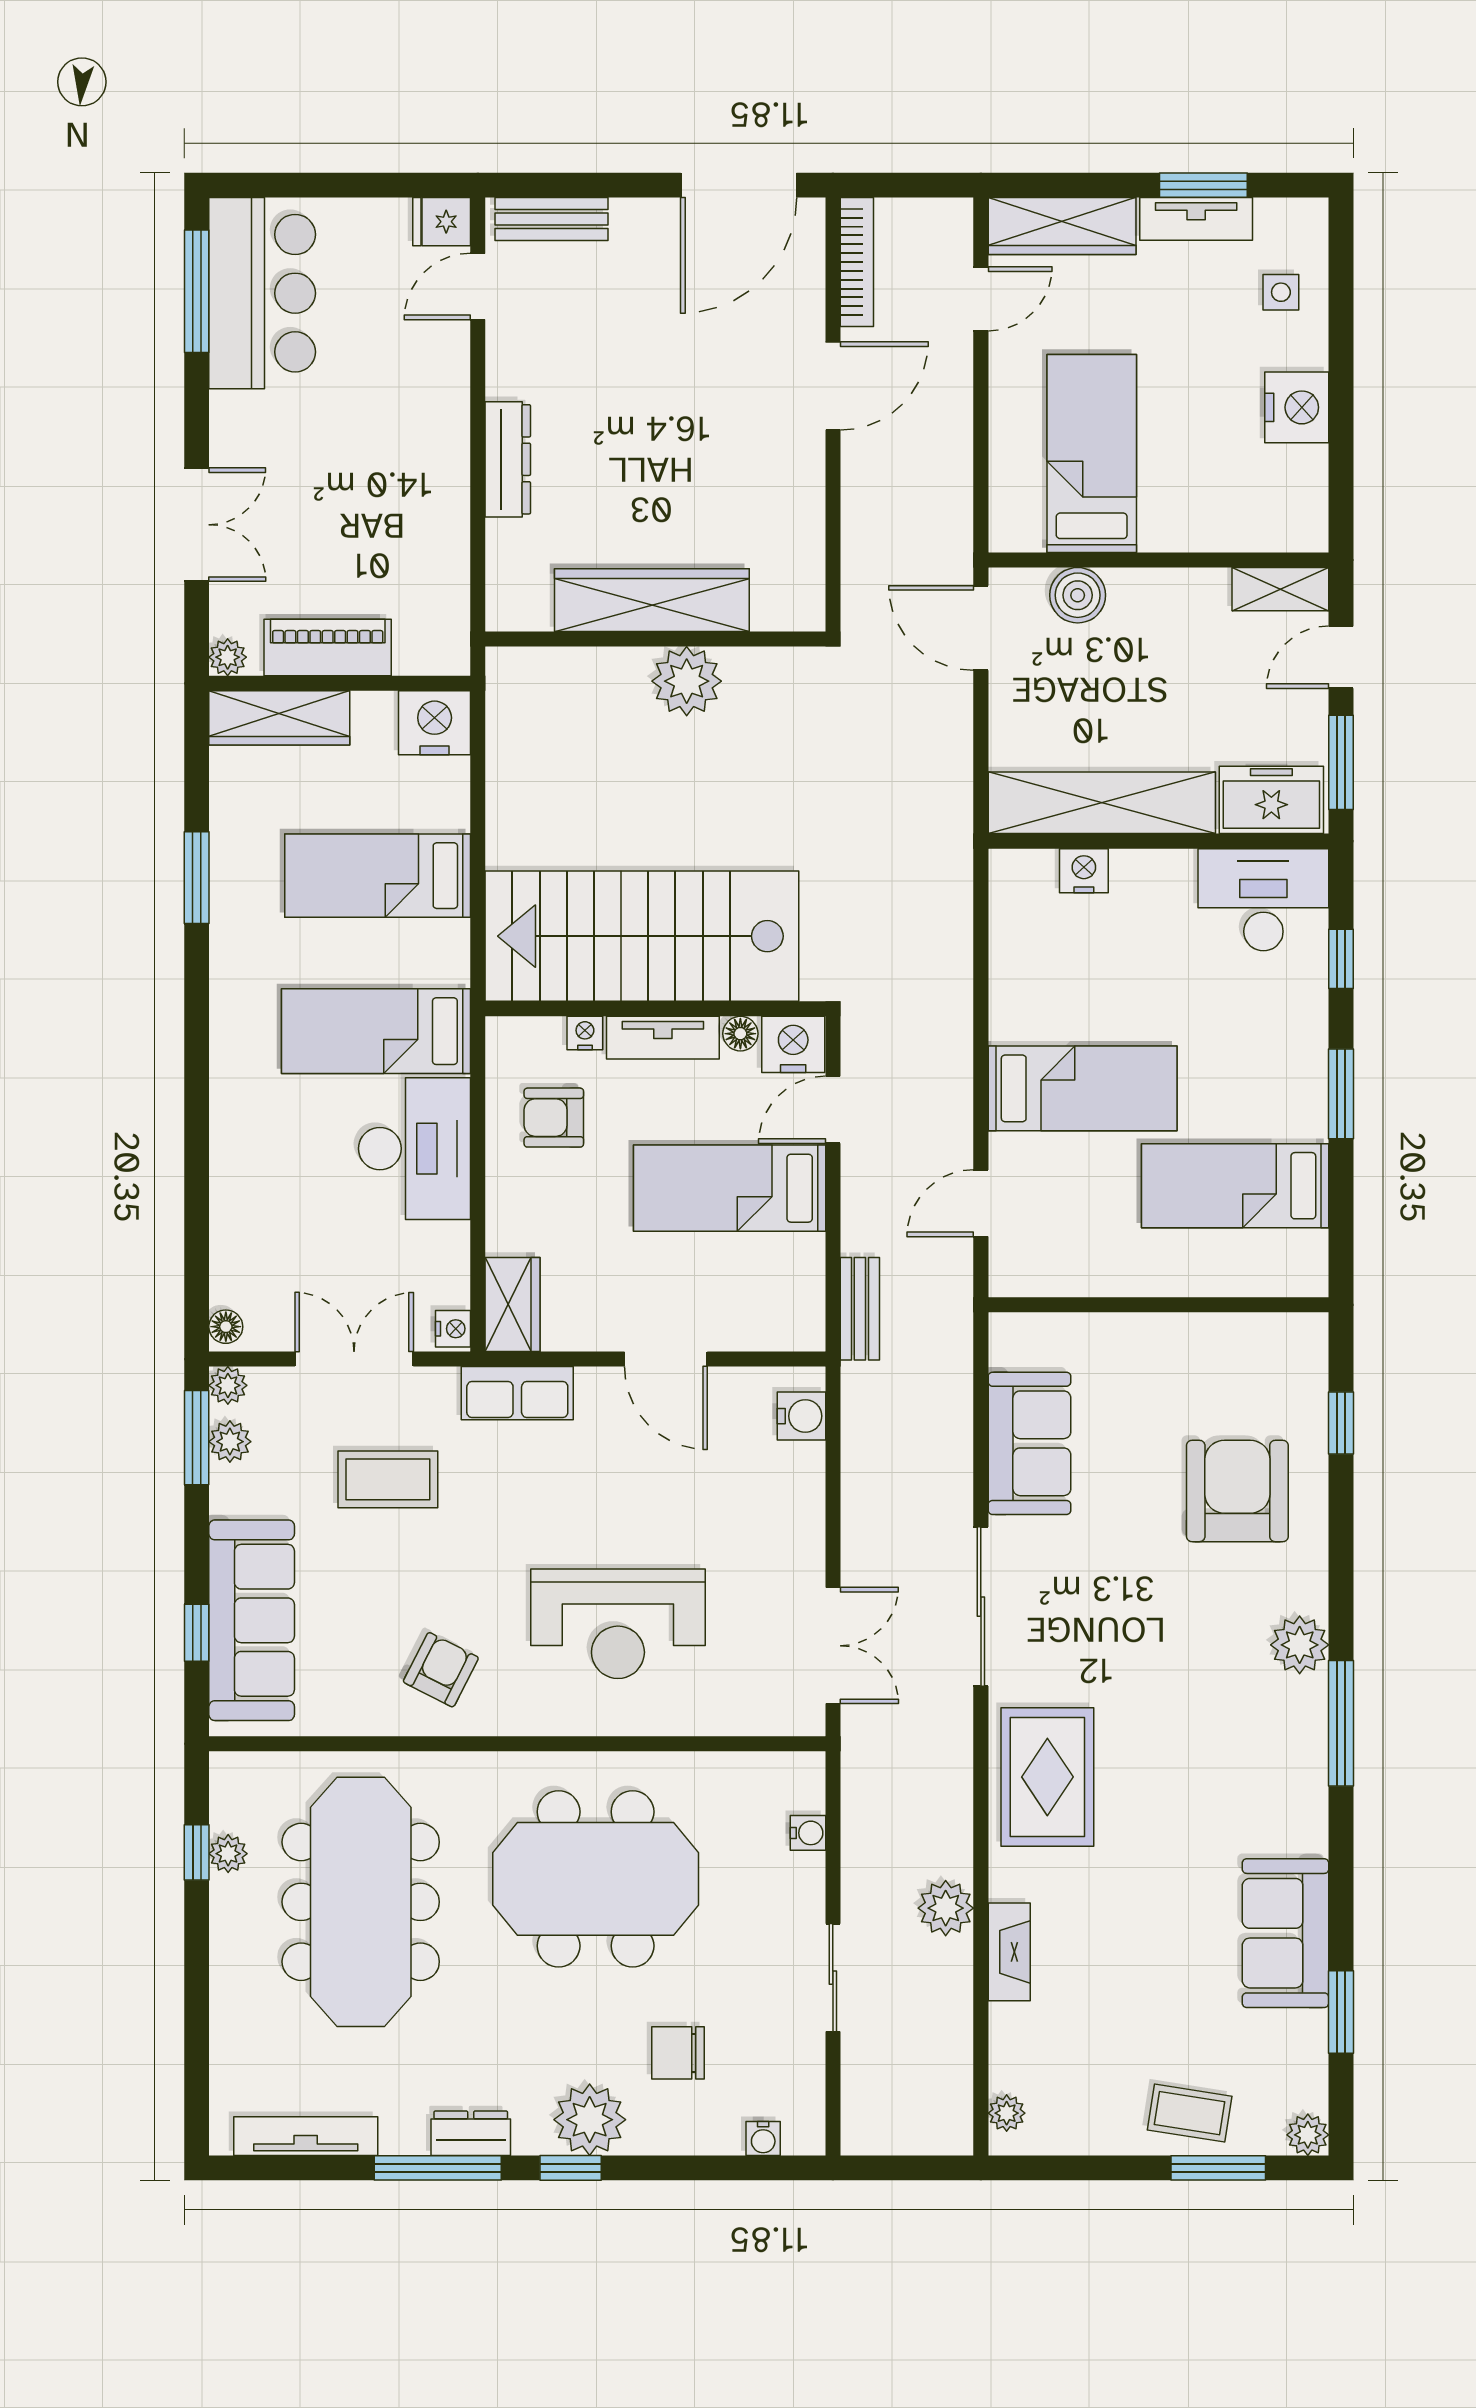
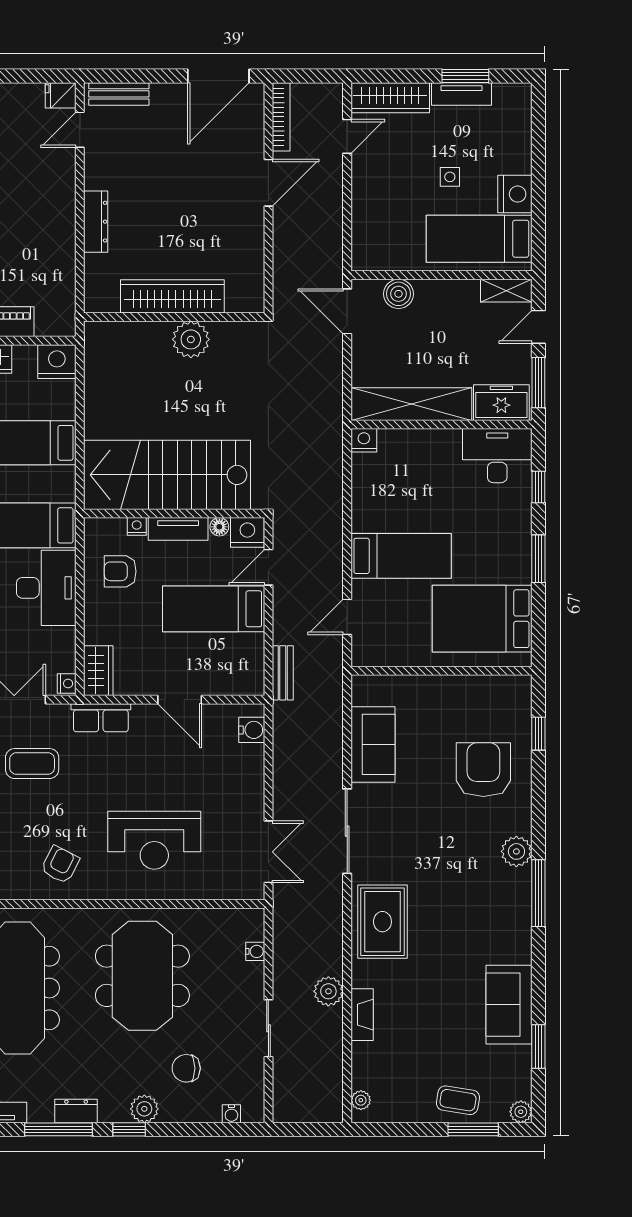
side table: (1281, 292) -> (450, 177), moved
bed: (1092, 453) -> (479, 239), moved, turned -90
nightstand: (1084, 871) -> (364, 440), moved
bed: (1235, 1186) -> (482, 619), width x1.50
meeting table: (596, 1879) -> (142, 976), turned 90
plant: (590, 2120) -> (144, 1109), width x0.73, depth x0.73

